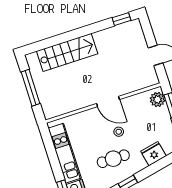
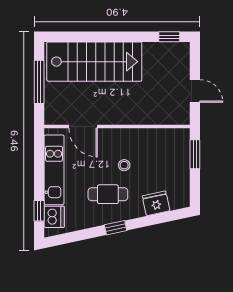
stairs: (67, 52) -> (94, 62), width x1.36, depth x1.51
plant: (157, 99) -> (181, 143), removed
door: (108, 101) -> (83, 126), moved

